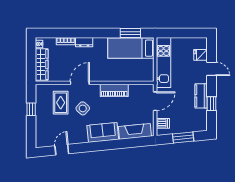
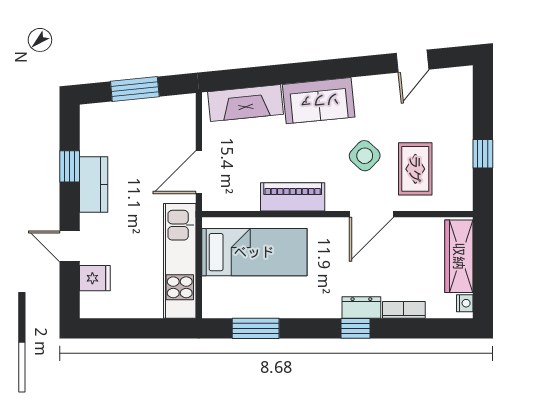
window: (87, 33) -> (355, 328), added
bed: (131, 48) -> (254, 252), moved
dishwasher: (163, 123) -> (181, 121), removed

